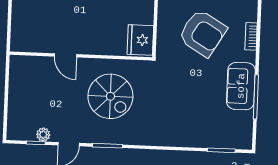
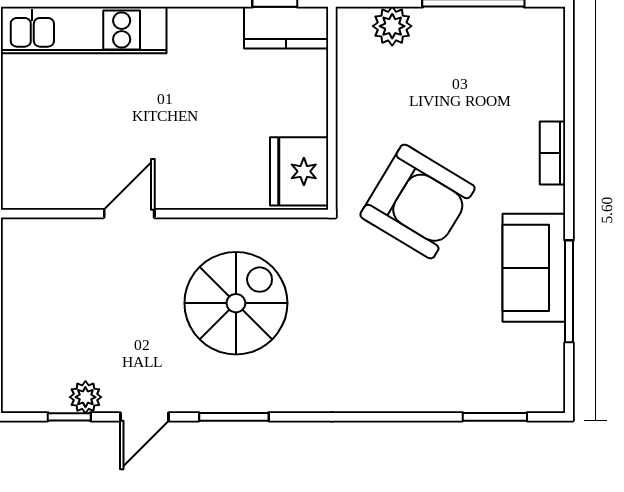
armchair: (202, 33) -> (417, 202), moved
door: (65, 55) -> (129, 214), swing flipped
spiral stairs: (110, 96) -> (236, 303), turned -90

